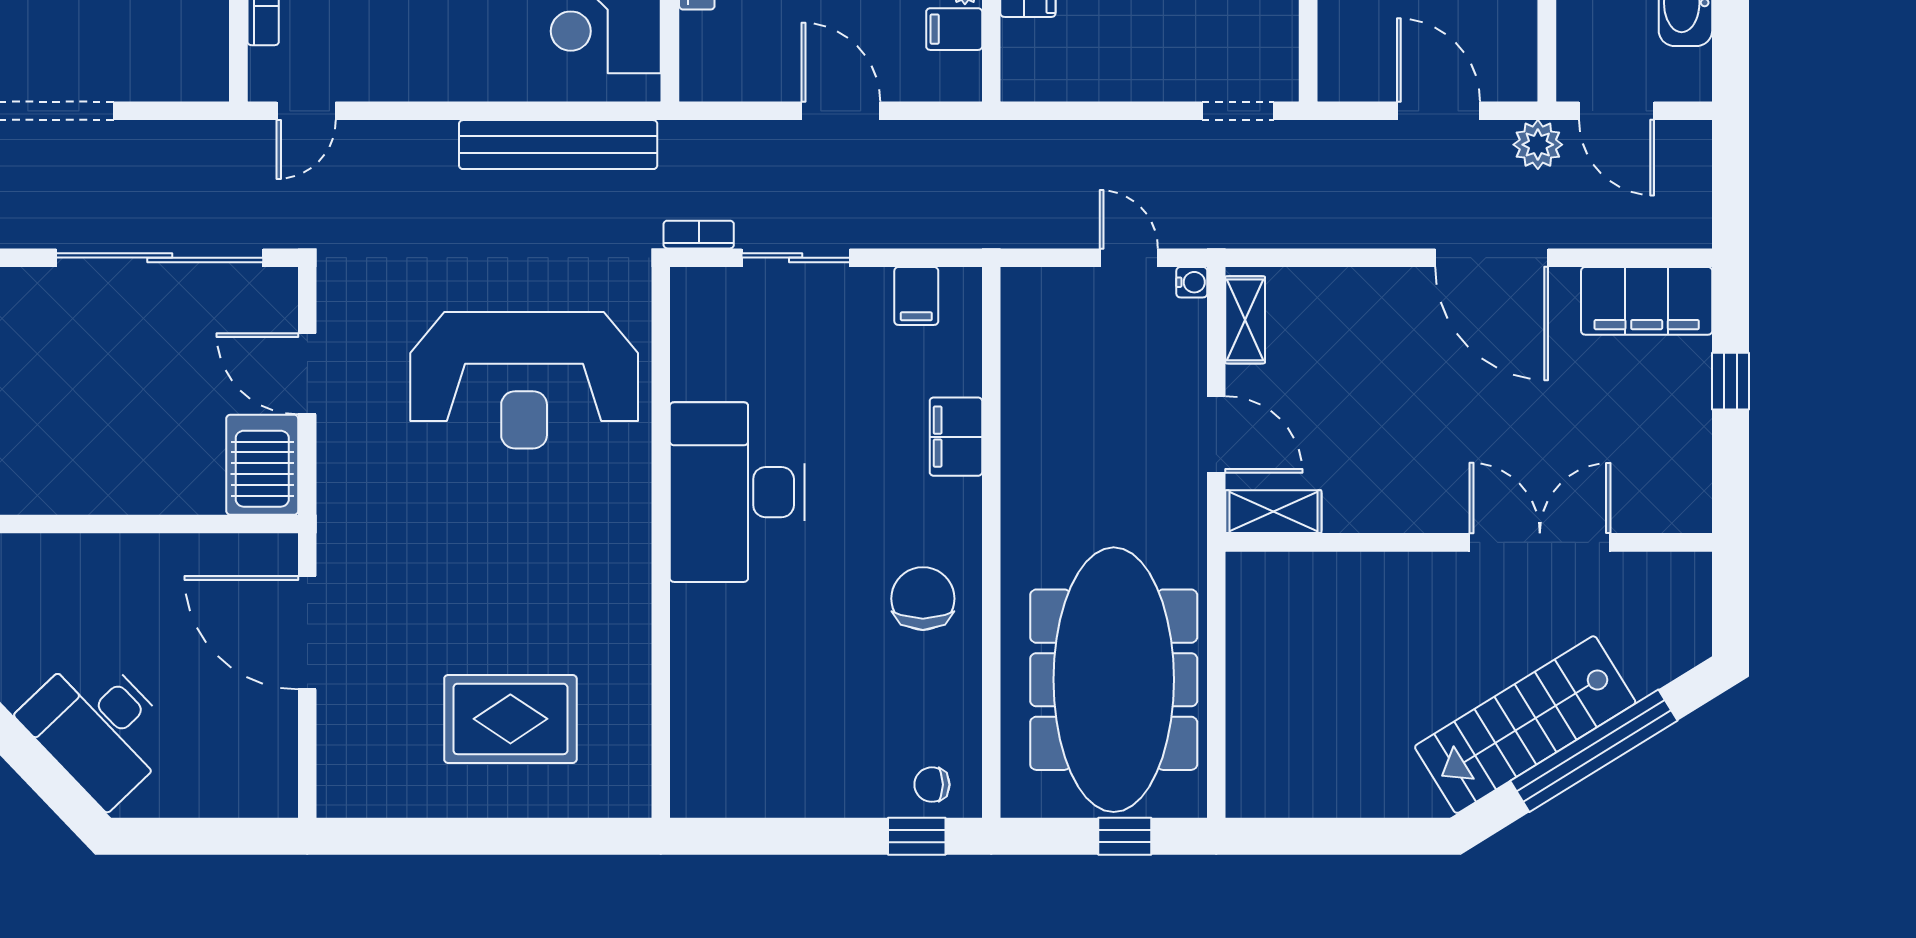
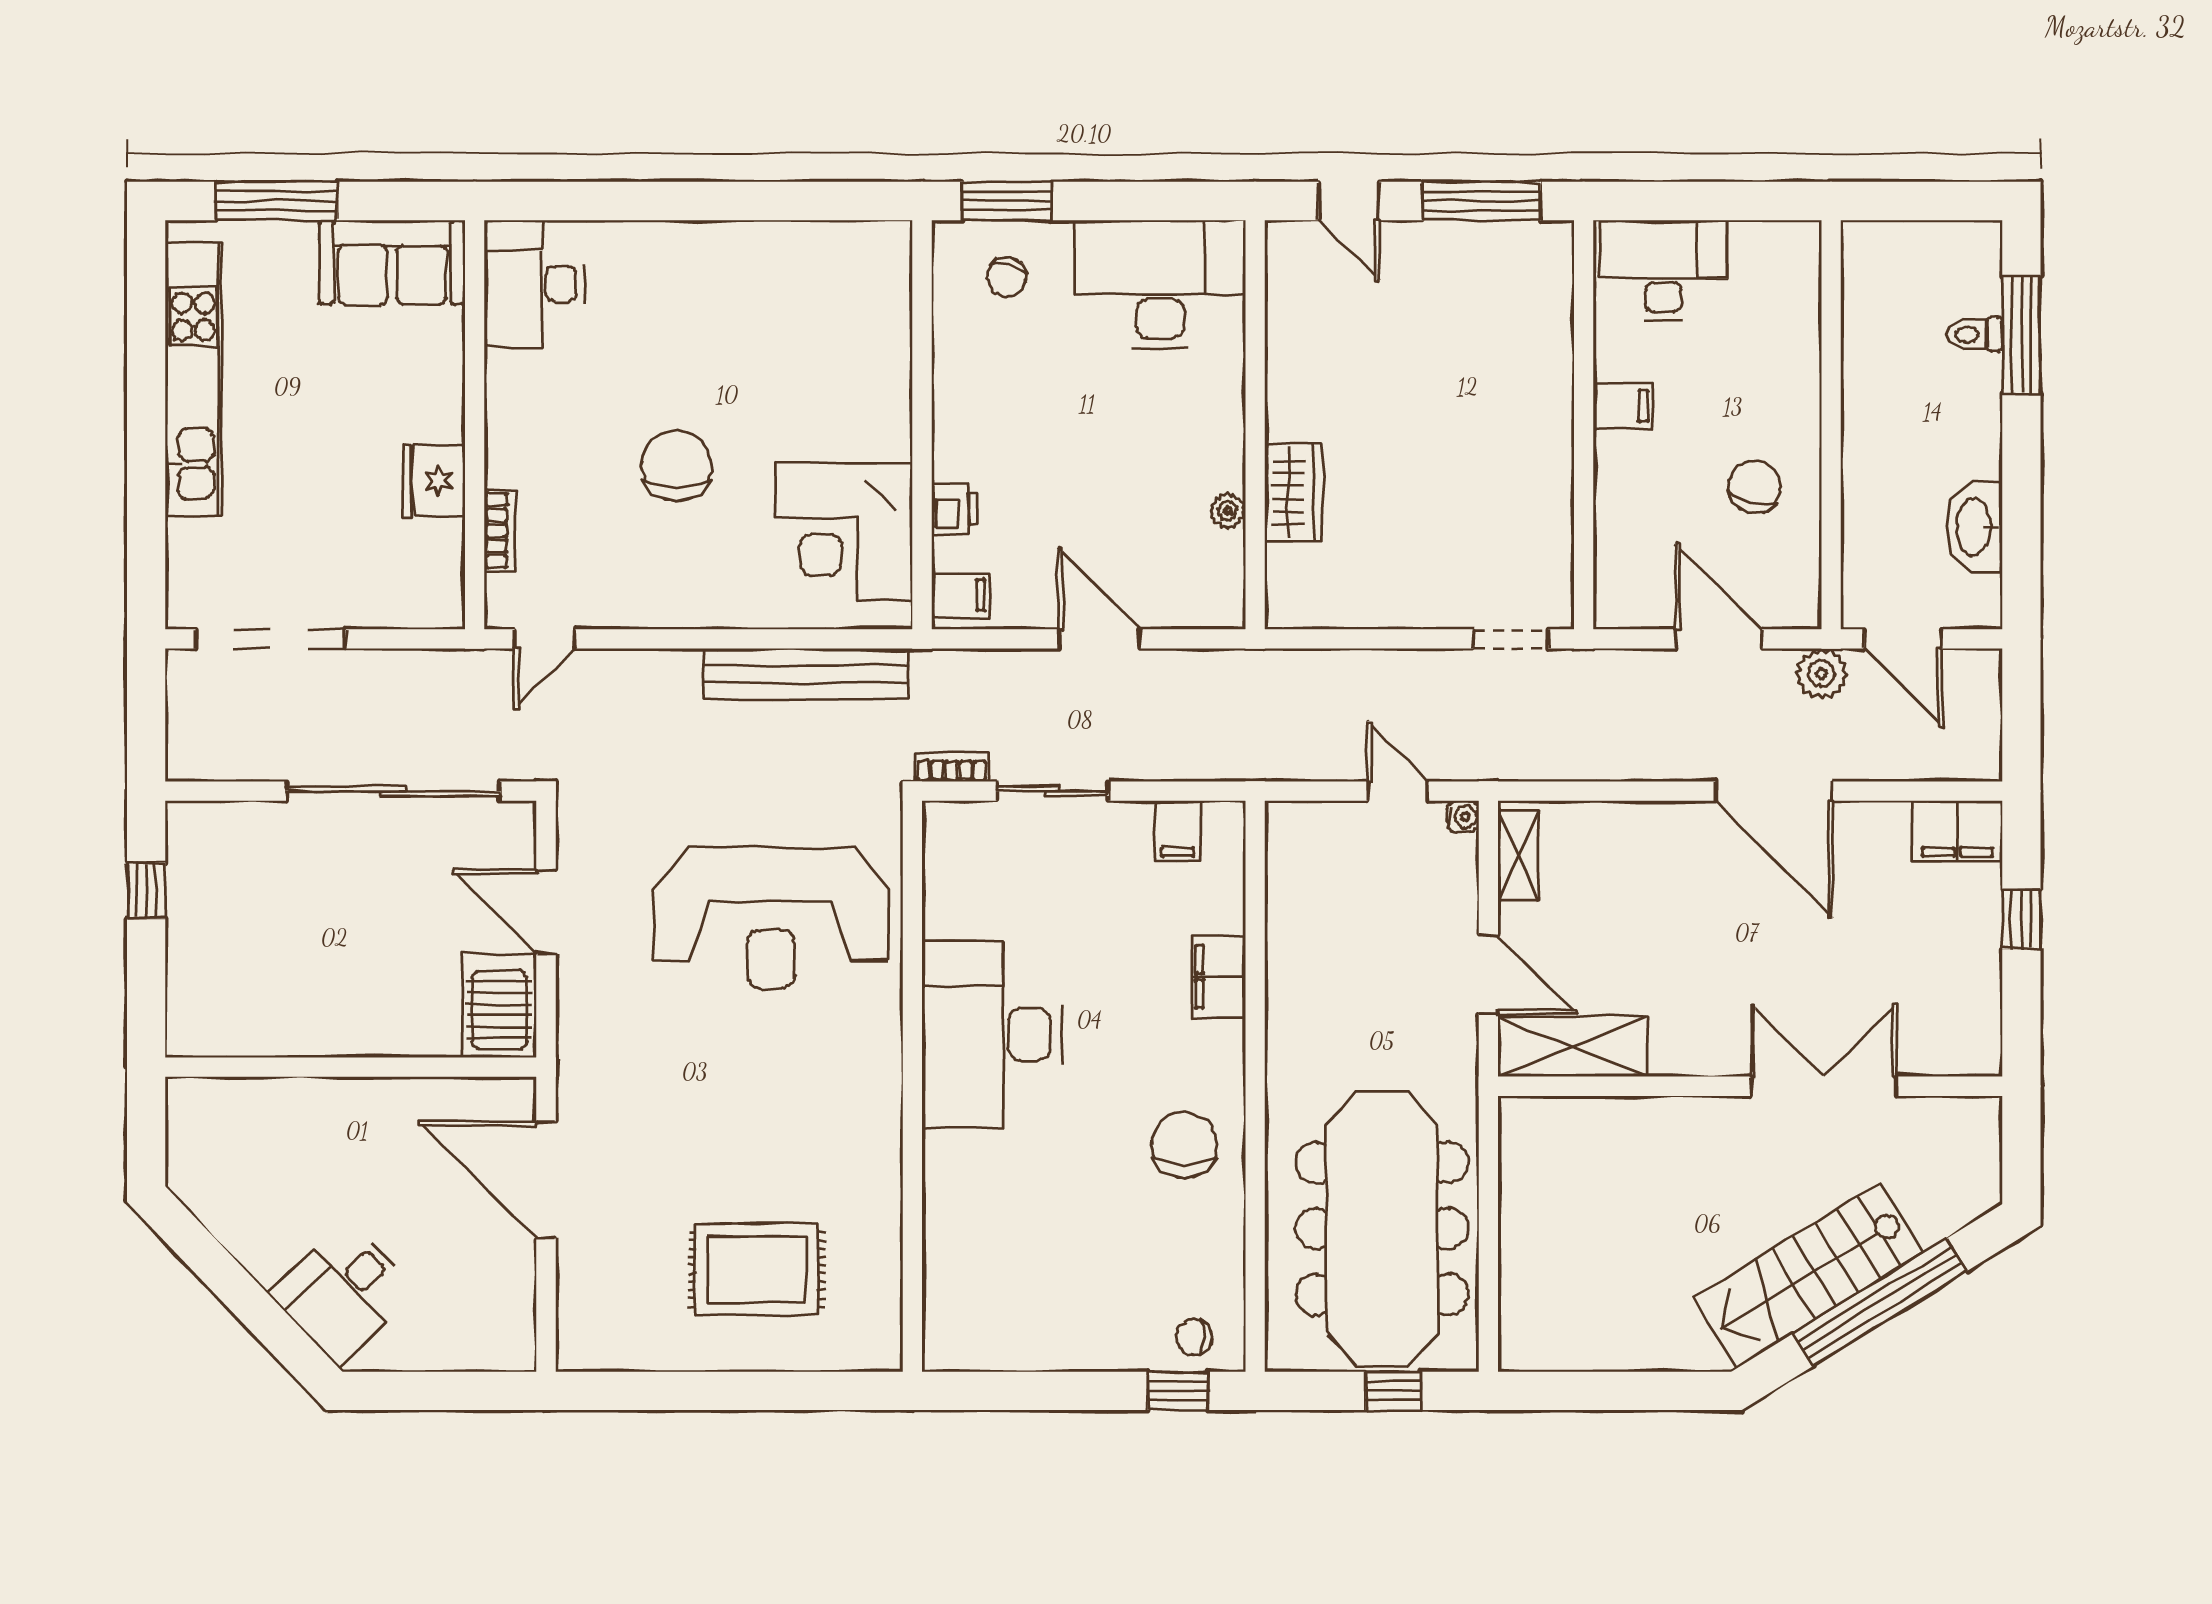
filing cabinet: (954, 29) -> (960, 595), moved, turned 180
filing cabinet: (1647, 301) -> (1957, 831), width x0.67, depth x0.86
shelving: (1273, 512) -> (1572, 1047), width x1.50, depth x1.33
desk: (99, 728) -> (343, 1292), width x0.73

